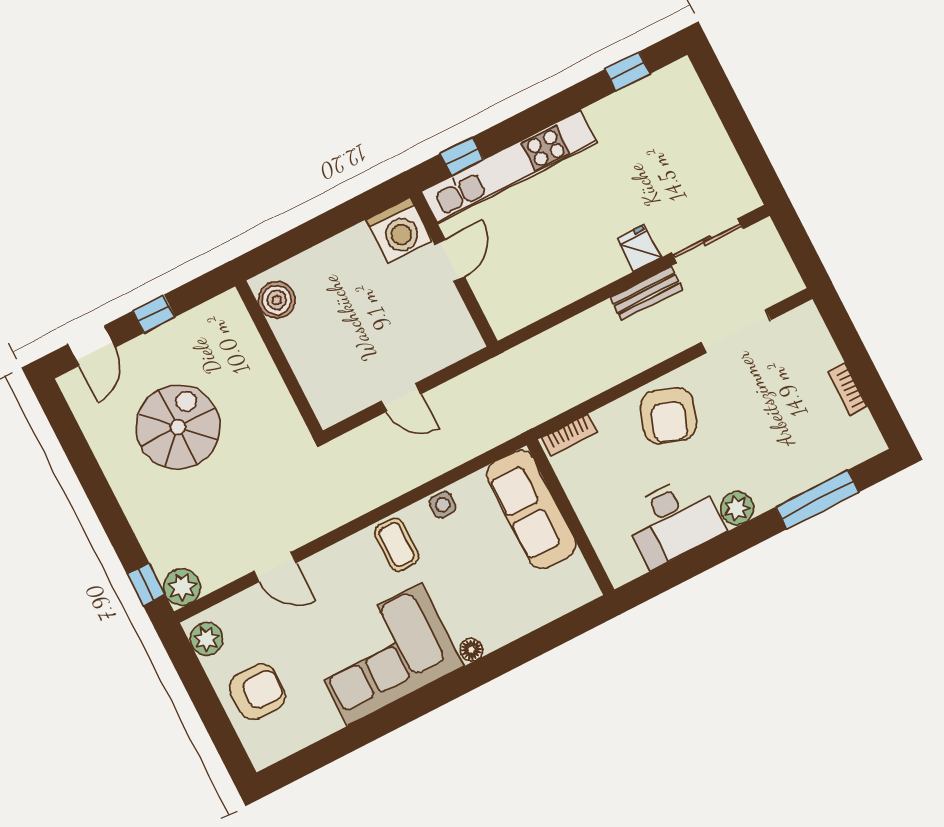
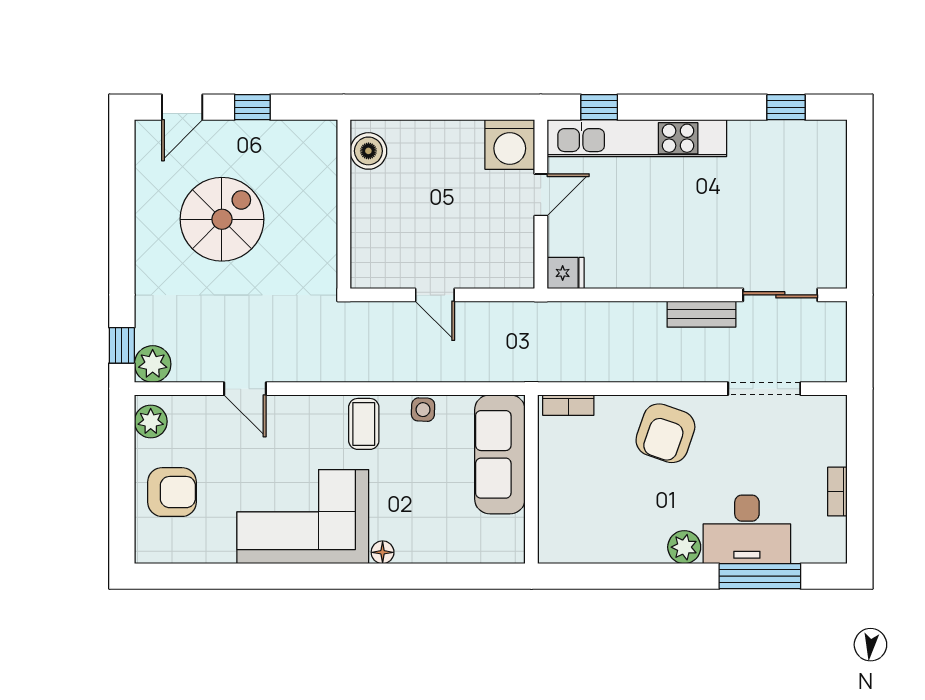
fridge: (639, 248) -> (566, 273), moved, turned 90
desk: (673, 521) -> (747, 529), moved

